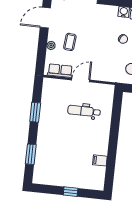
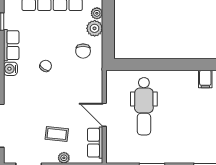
dental chair: (84, 111) -> (144, 106), width x1.36, depth x1.38

